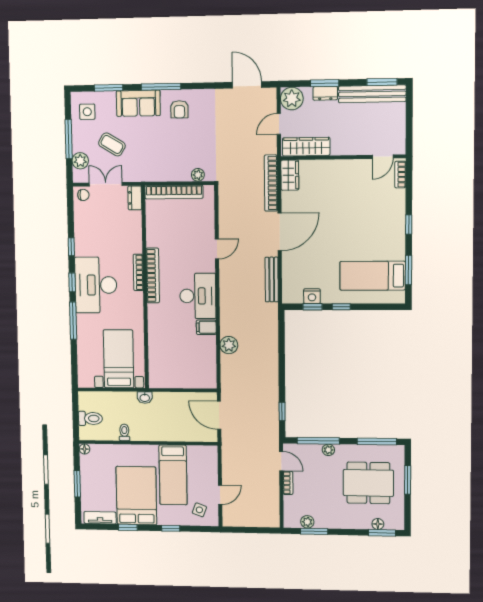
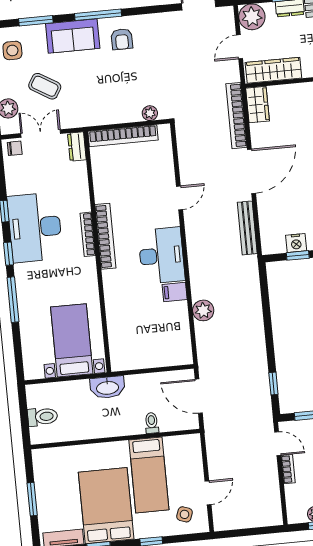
desk: (96, 285) -> (35, 227), moved
washbasin: (145, 398) -> (107, 387), width x1.91, depth x1.45
toilet: (124, 432) -> (152, 423), moved
floor lamp: (85, 449) -> (38, 455), removed

